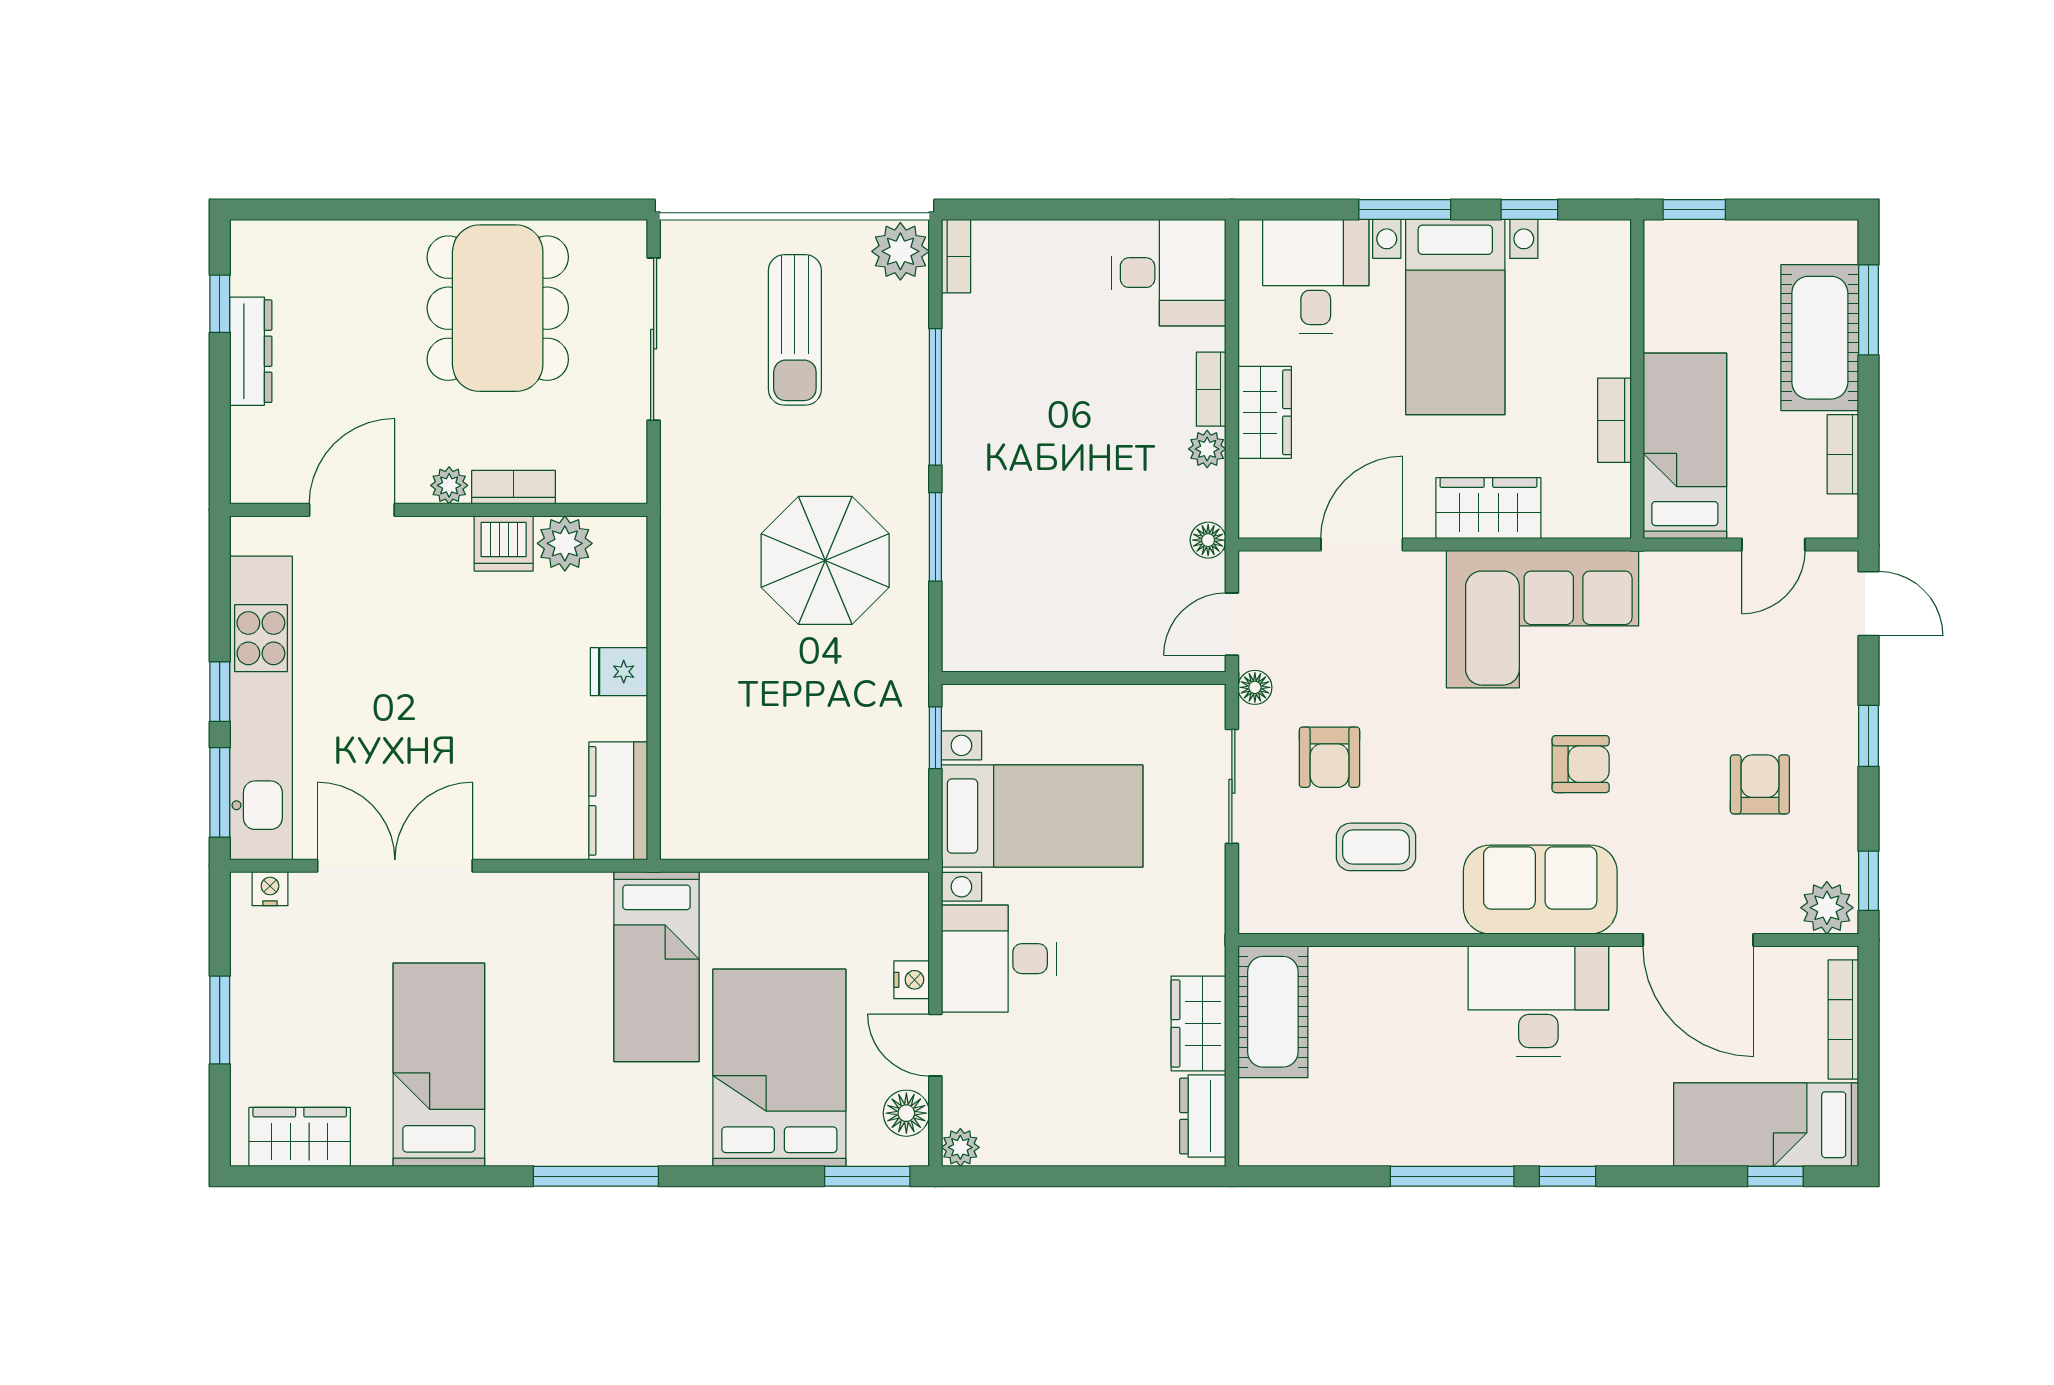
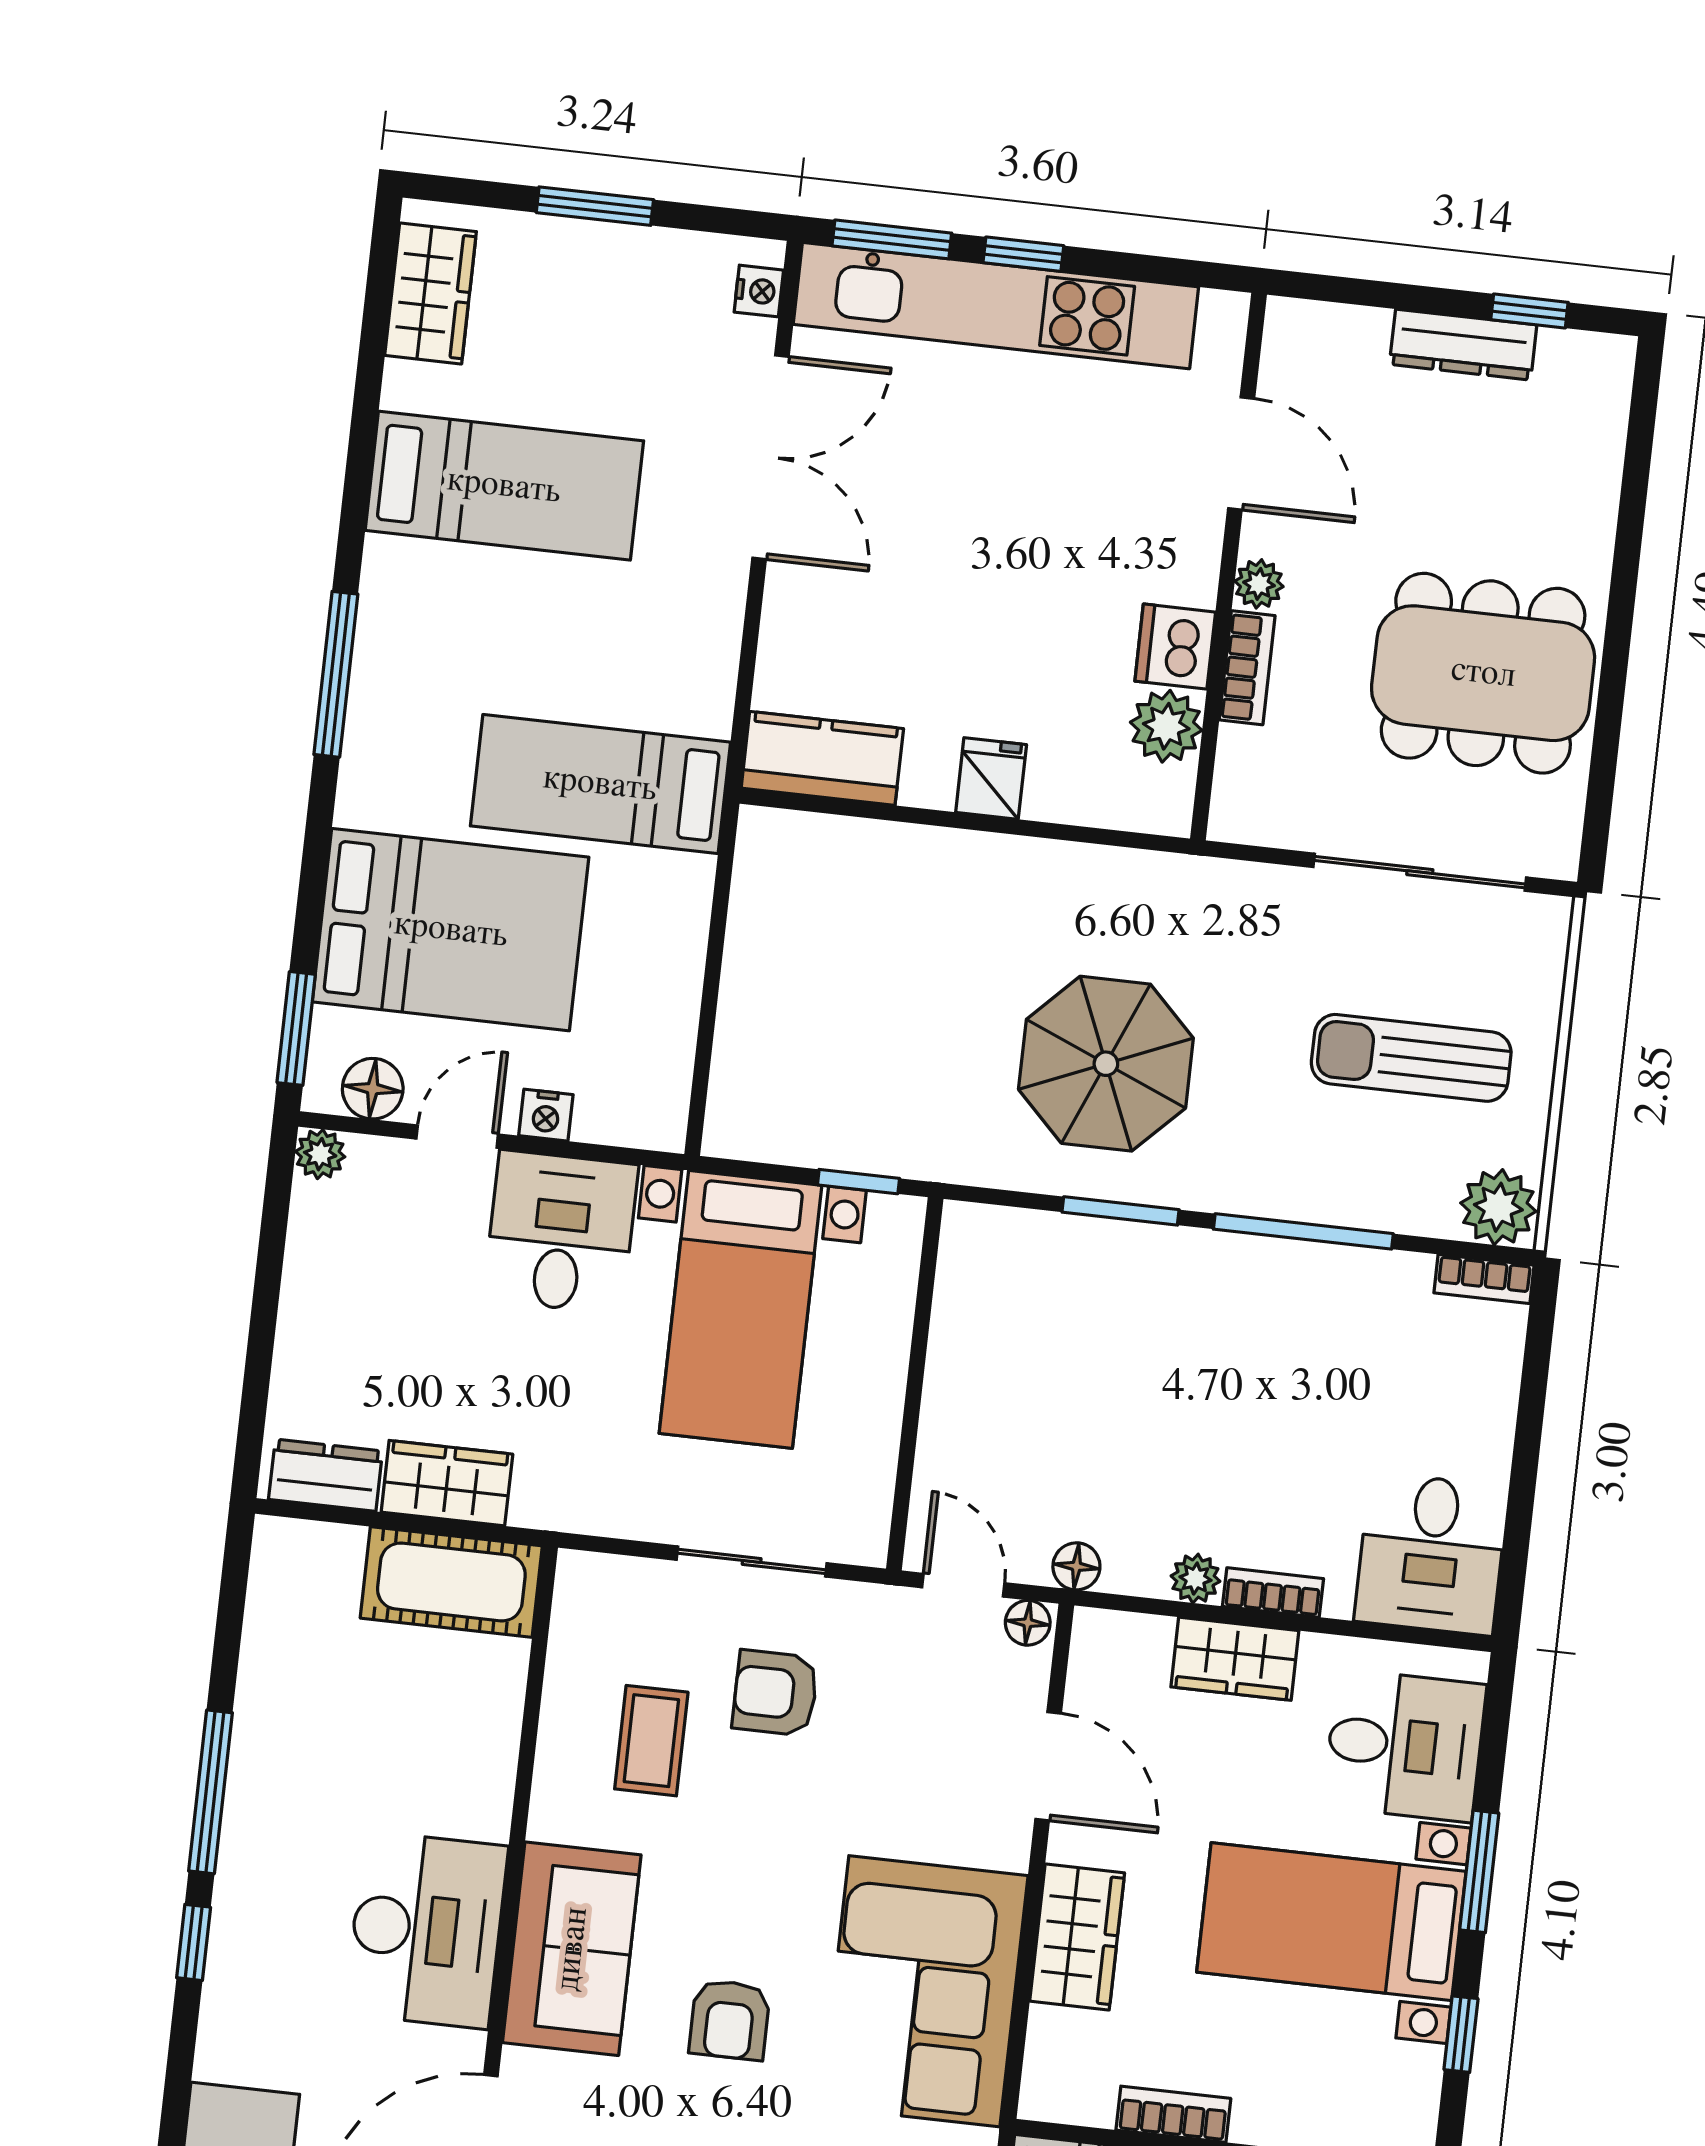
floor lamp: (1255, 687) -> (1028, 1623), moved

